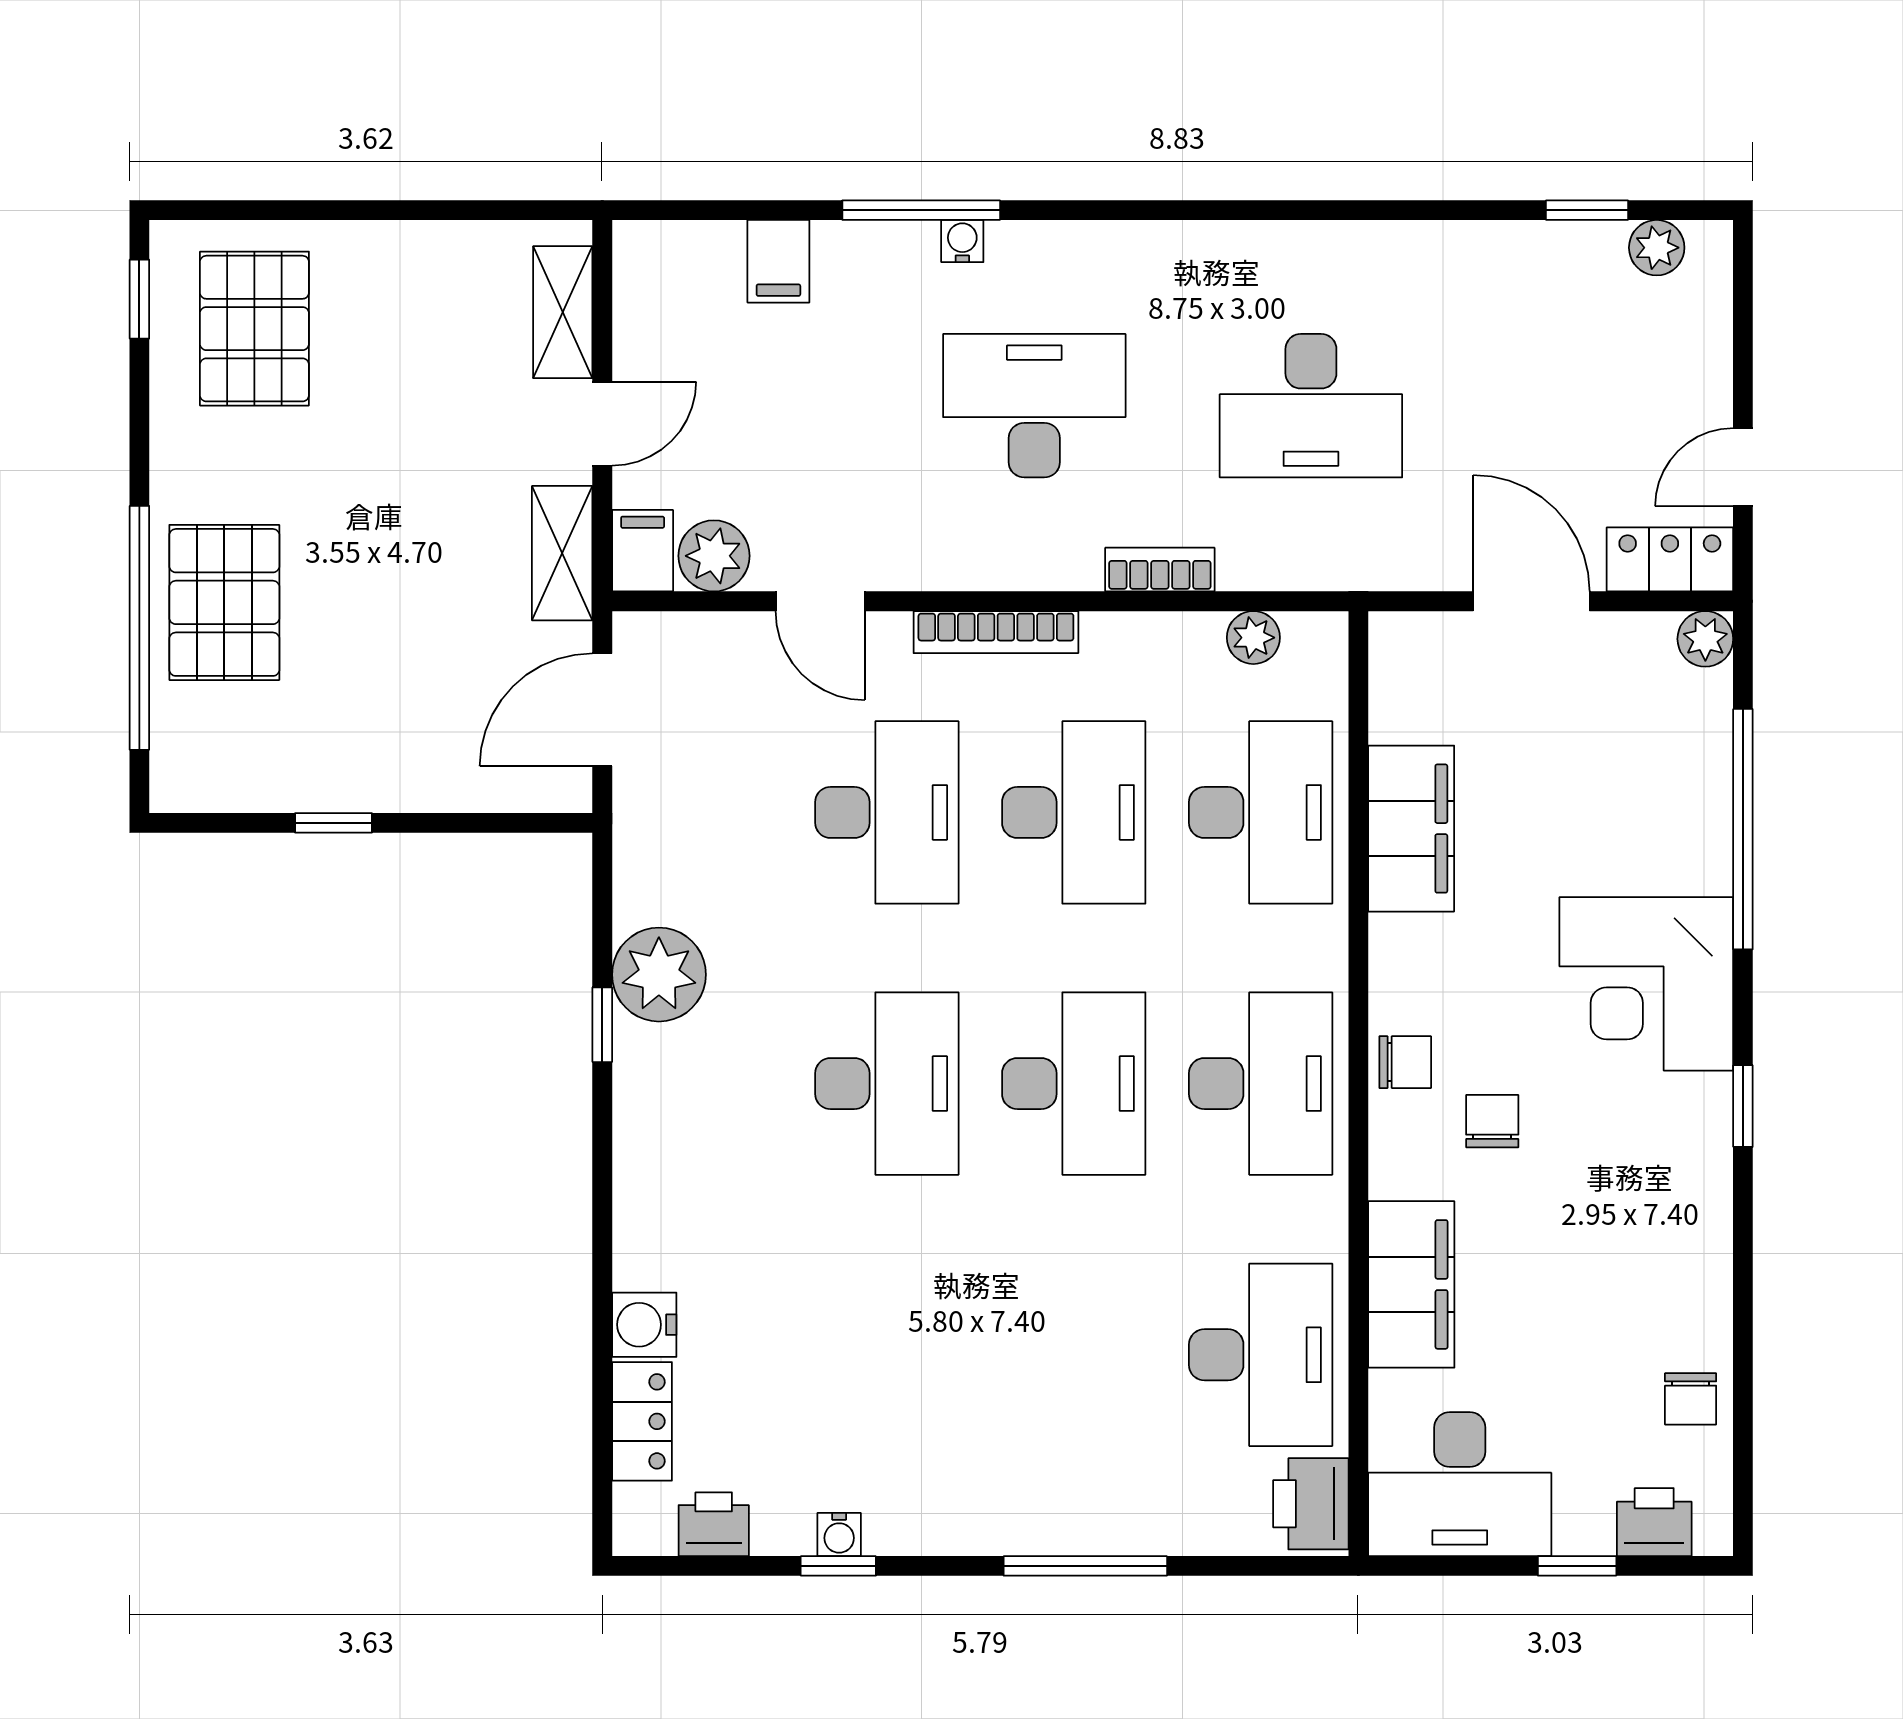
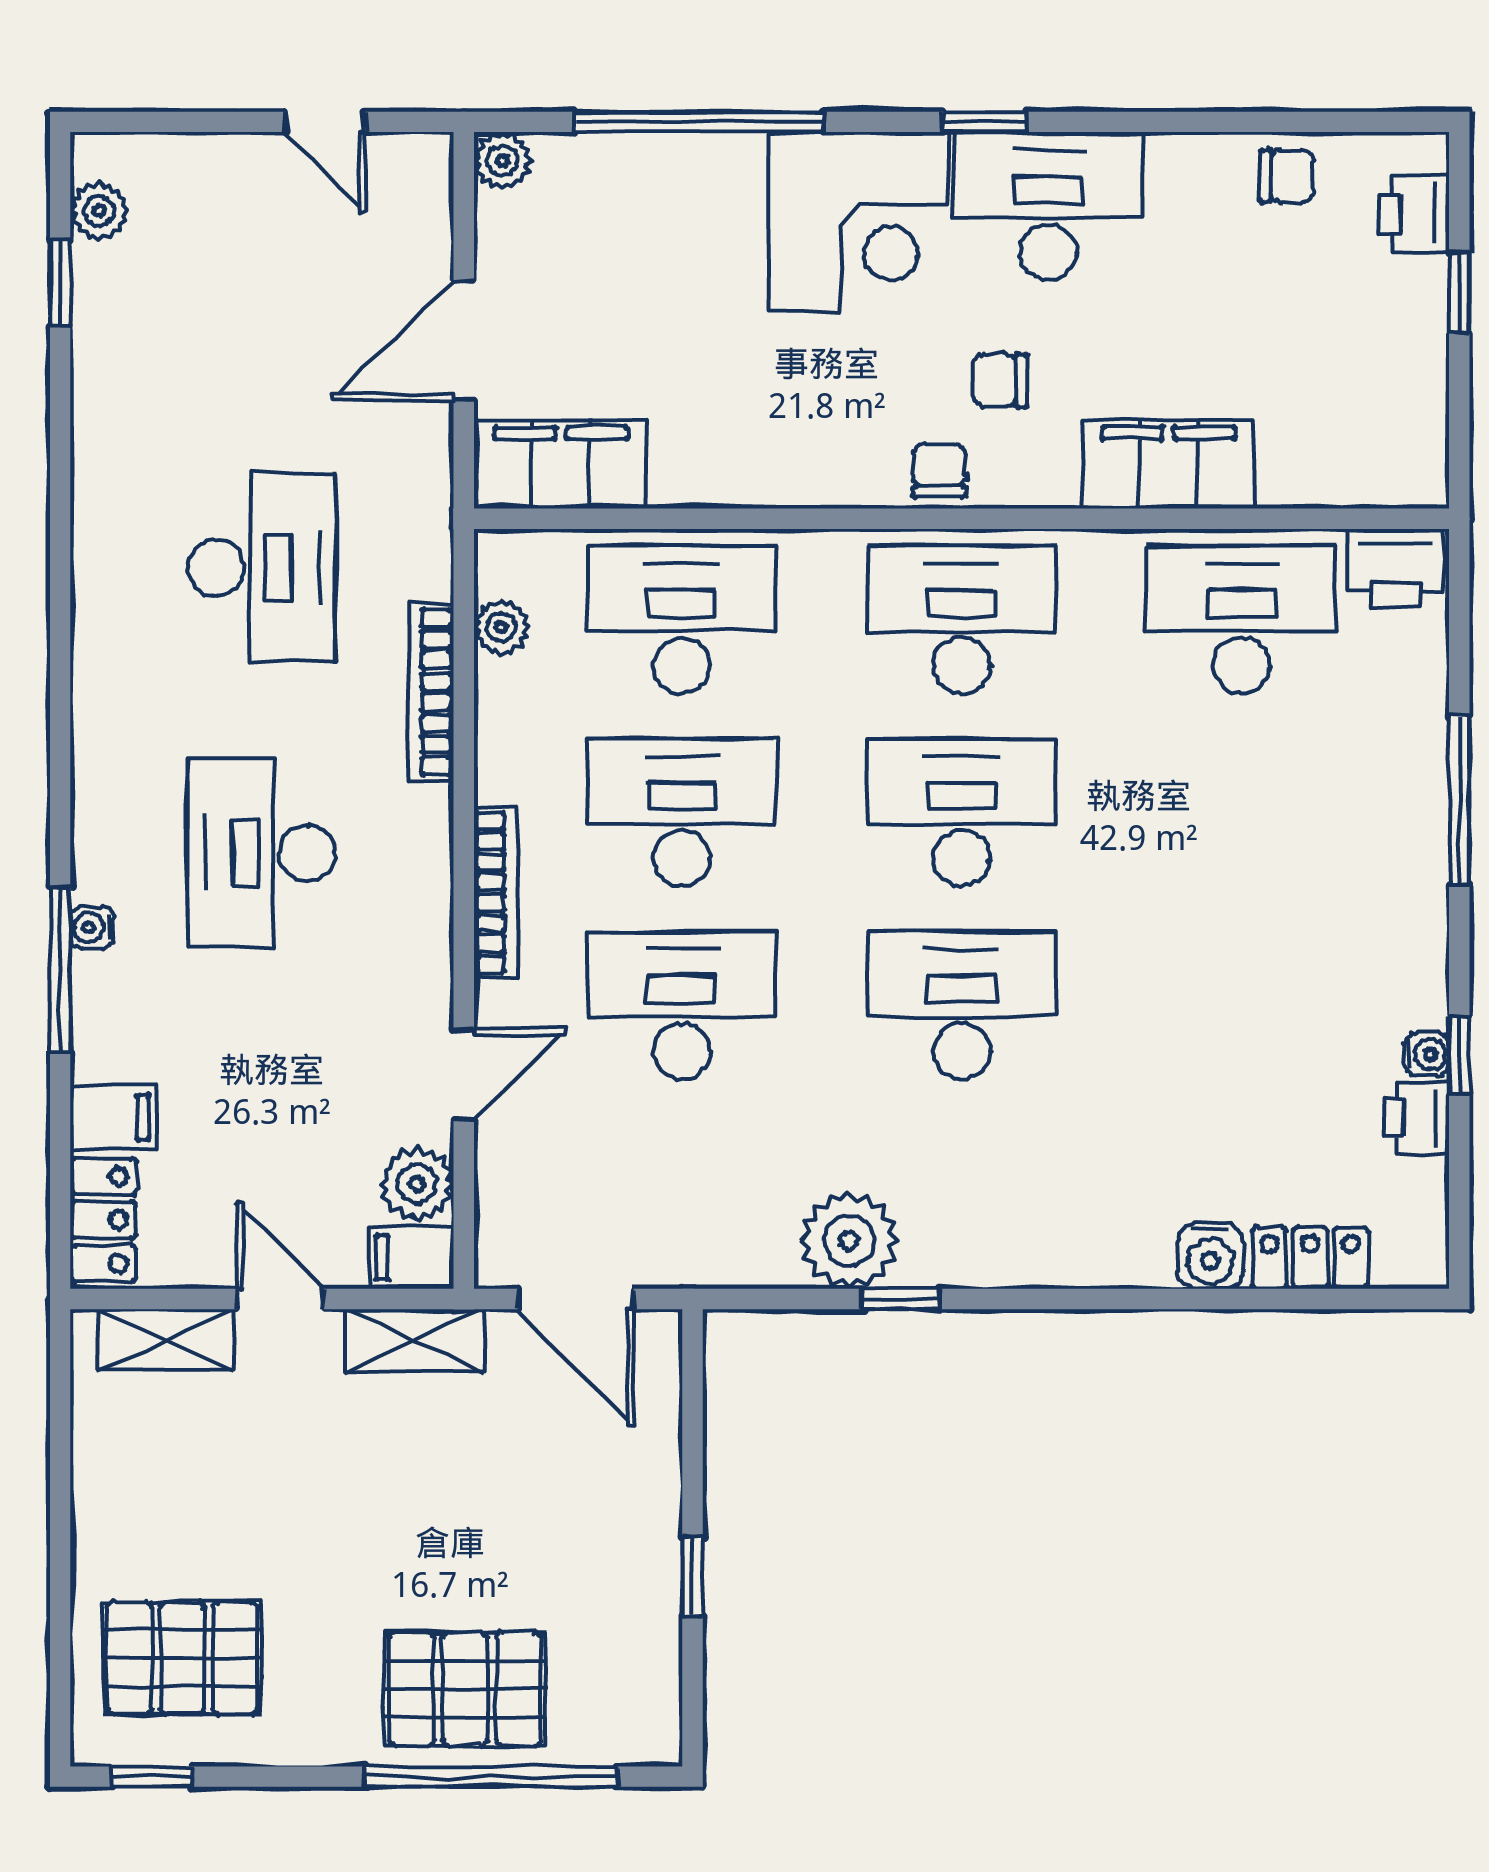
locker: (1670, 559) -> (103, 1220), moved, turned 180
bookcase: (1160, 570) -> (431, 692), width x1.56
filing cabinet: (1411, 829) -> (561, 464), moved
desk: (1460, 1484) -> (1048, 206), moved, turned -90
printer: (714, 1524) -> (1416, 1119), moved

